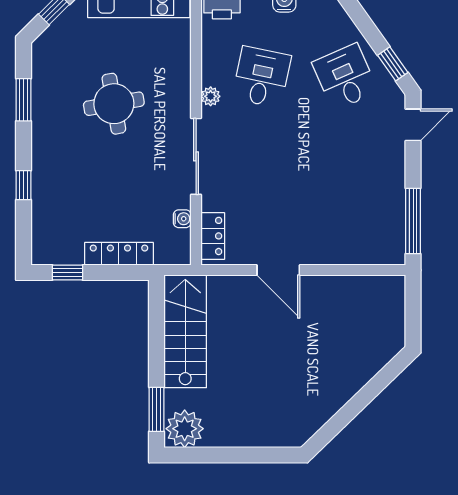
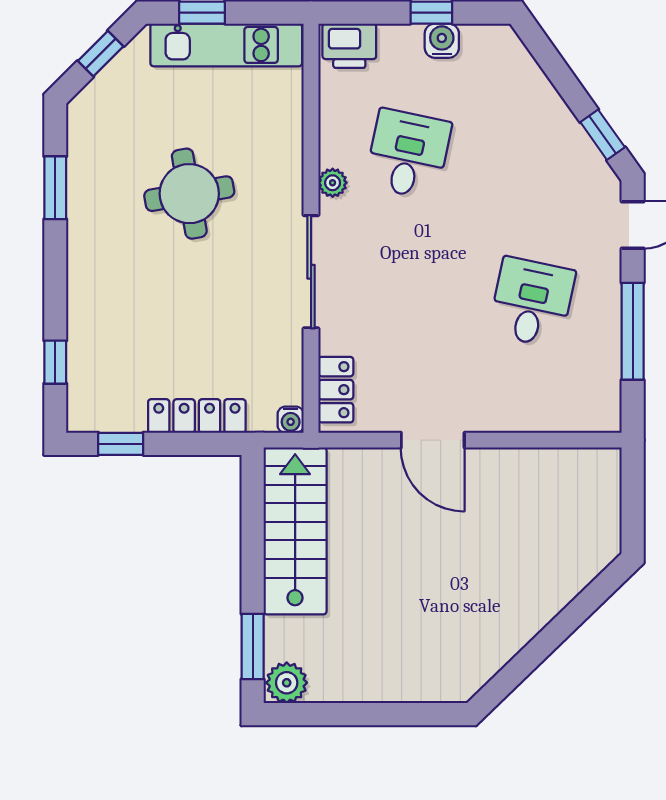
desk: (345, 77) -> (532, 302), moved, turned 36
window: (23, 185) -> (55, 362), moved
water cooler: (182, 219) -> (291, 420), moved, turned 90
window: (413, 221) -> (633, 331), moved
plant: (185, 429) -> (287, 683), width x0.73, depth x0.73

